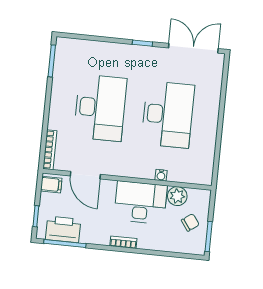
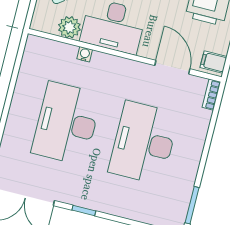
bookcase: (50, 150) -> (211, 95), width x0.64

